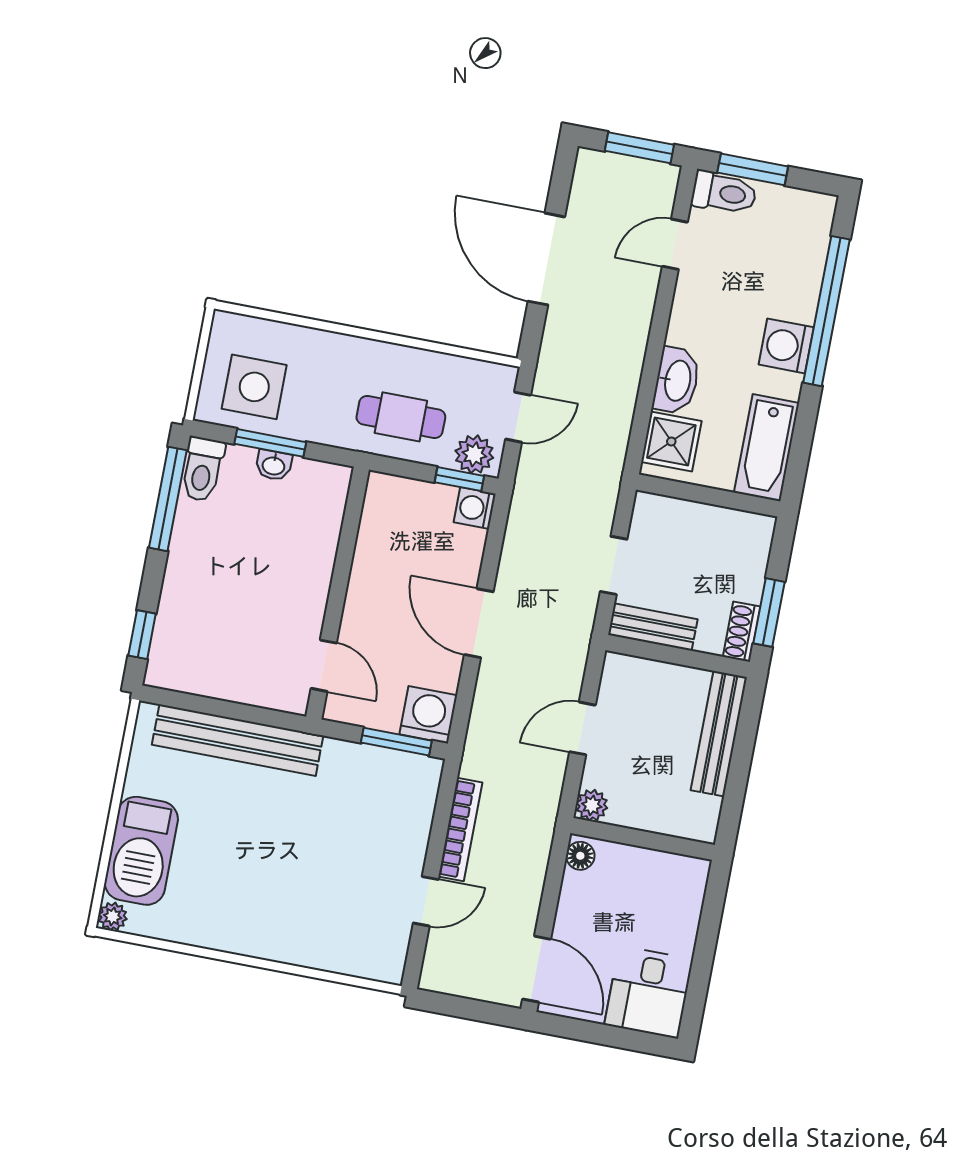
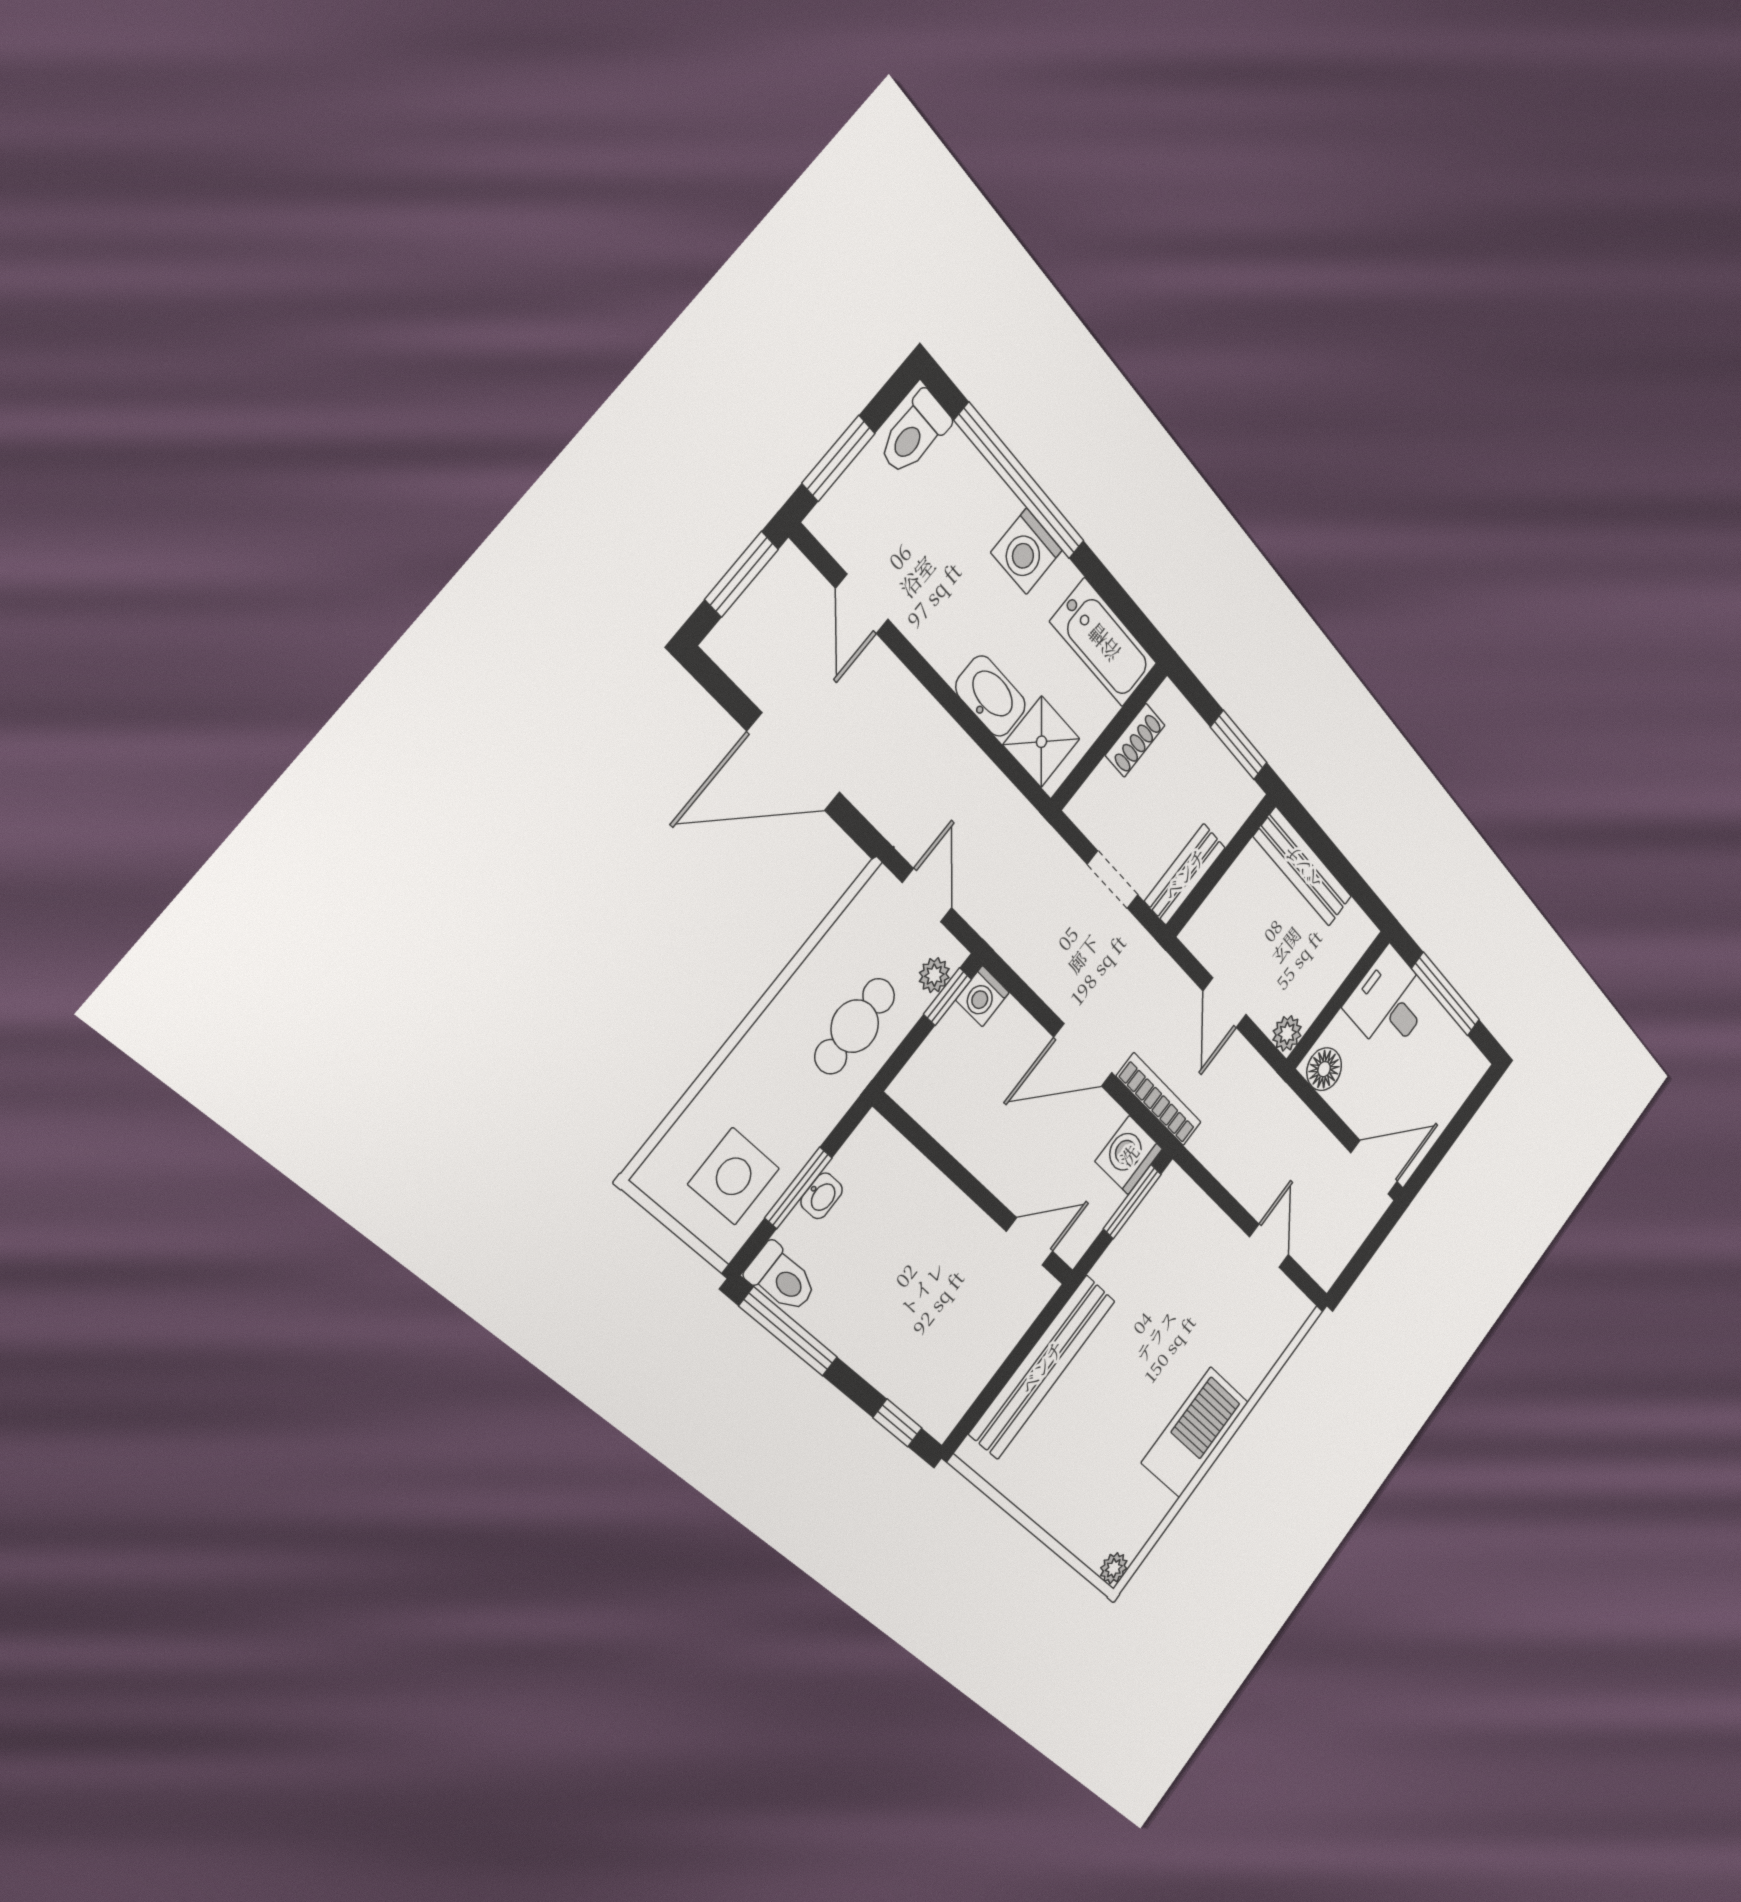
toilet: (724, 193) -> (915, 433), moved, turned 180
plant: (474, 454) -> (934, 975), width x0.73, depth x0.73
shoe rack: (742, 632) -> (1135, 740), moved, turned -90
bookcase: (460, 830) -> (1159, 1099), moved
barbecue: (141, 851) -> (1195, 1432), moved, turned -90
floor lamp: (580, 856) -> (1324, 1069), width x1.37, depth x1.37
window: (705, 948) -> (1446, 994), added
desk: (649, 992) -> (1389, 1003), moved, turned 180

